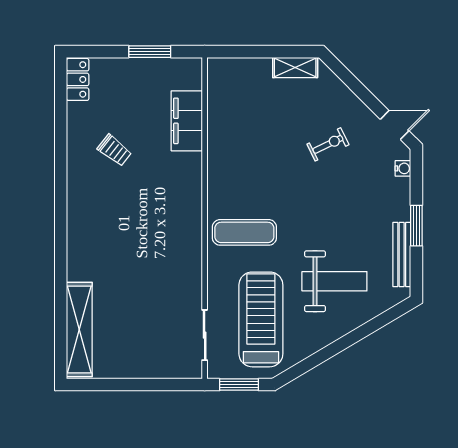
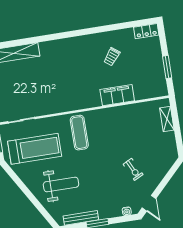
shelving: (295, 67) -> (167, 119), moved
filing cabinet: (187, 121) -> (117, 95), moved
weight bench: (334, 281) -> (61, 184), turned -90

